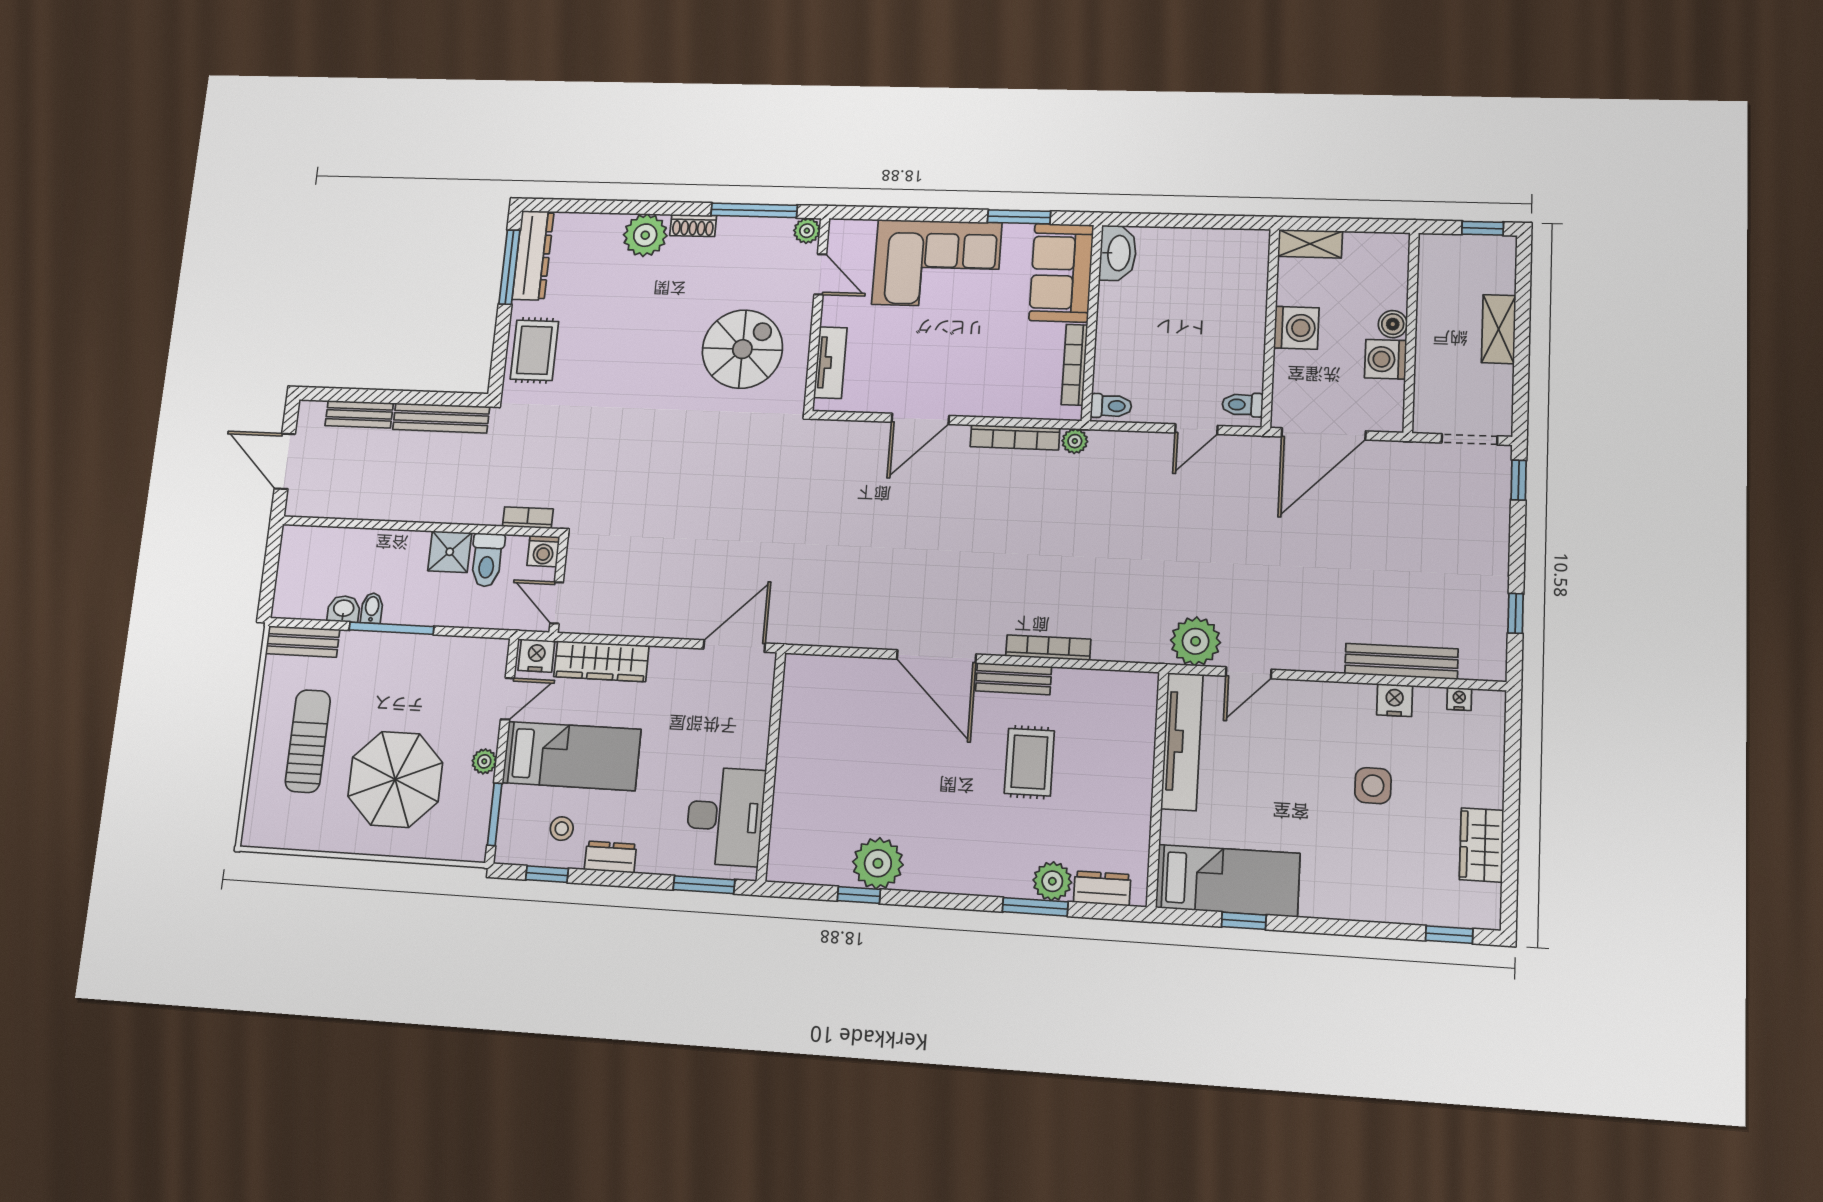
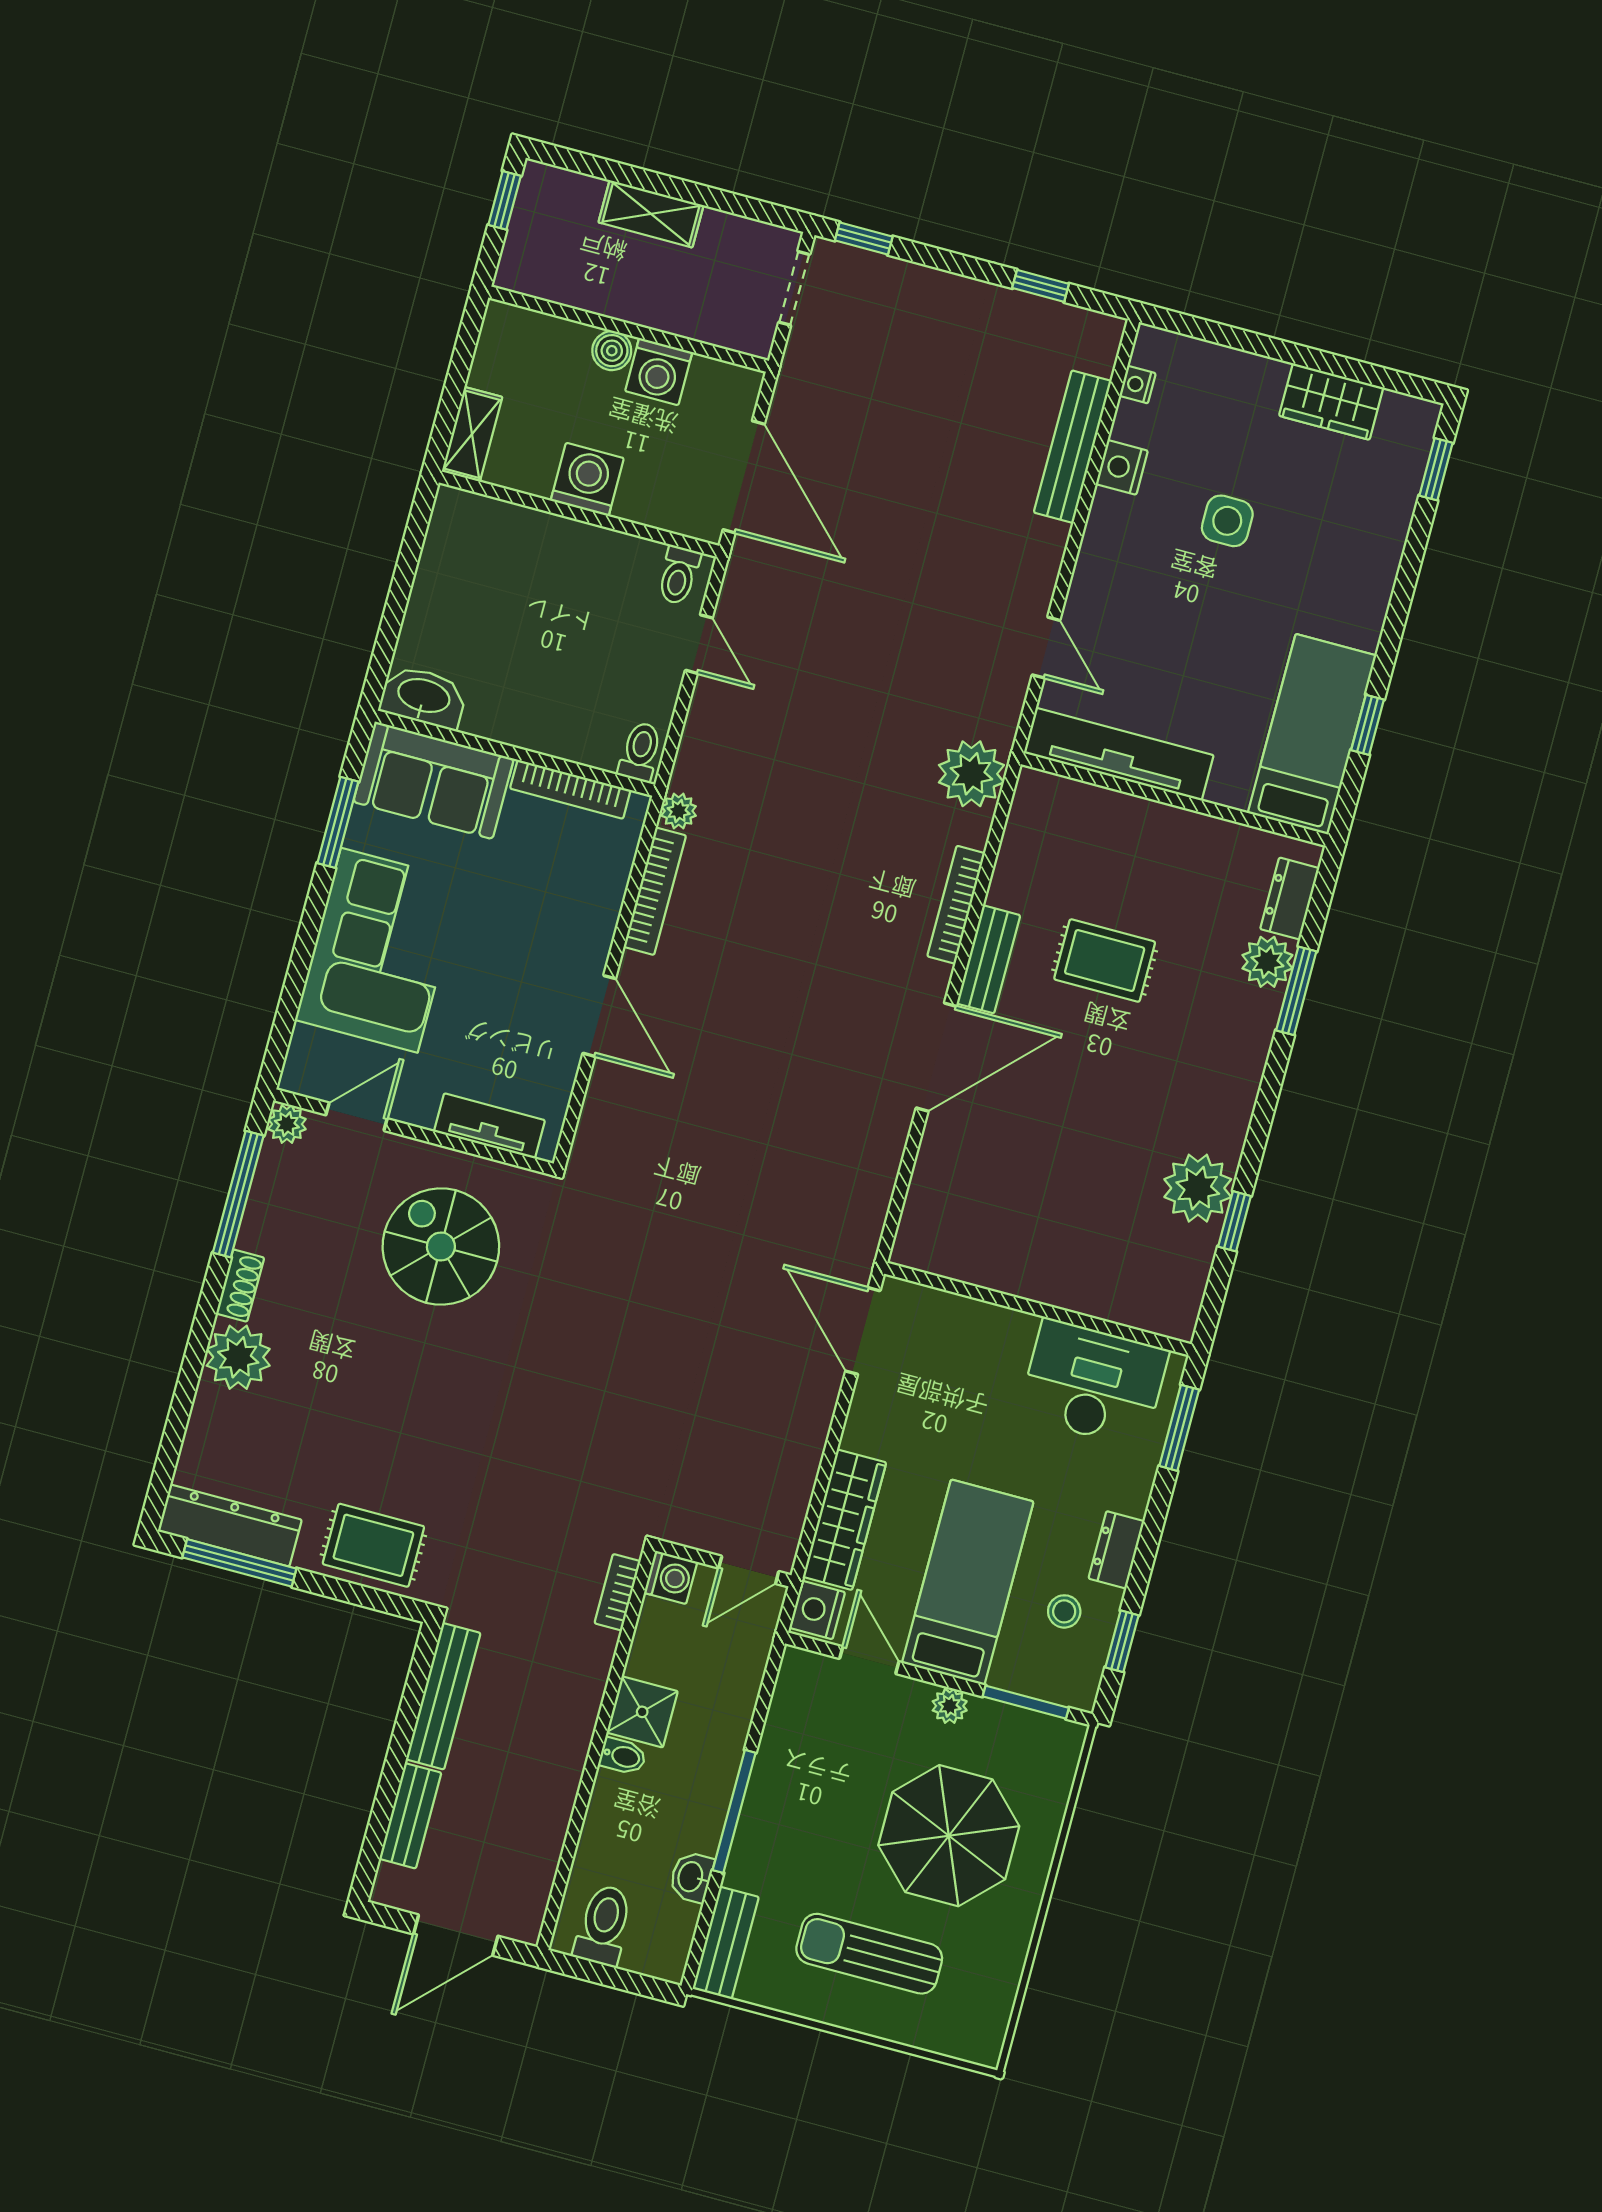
toilet: (487, 560) -> (603, 1925), moved, turned -90
bidet: (372, 608) -> (623, 1756), moved, turned 180
plant: (1196, 641) -> (971, 774), moved

